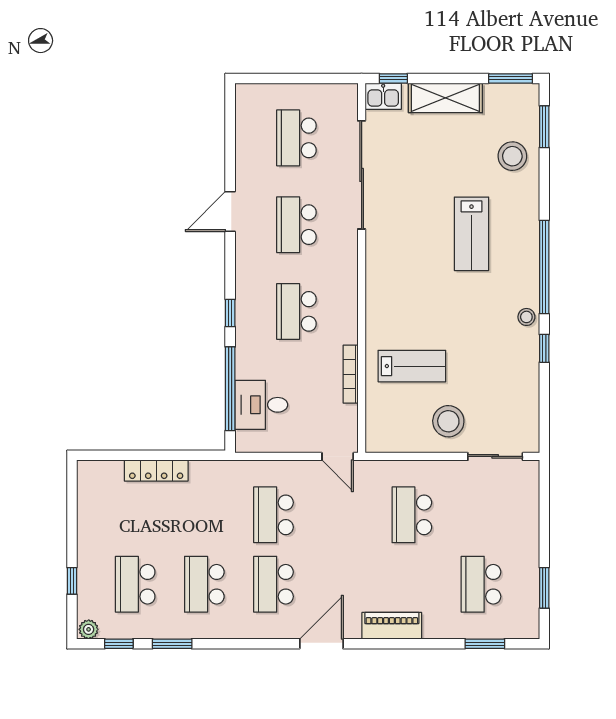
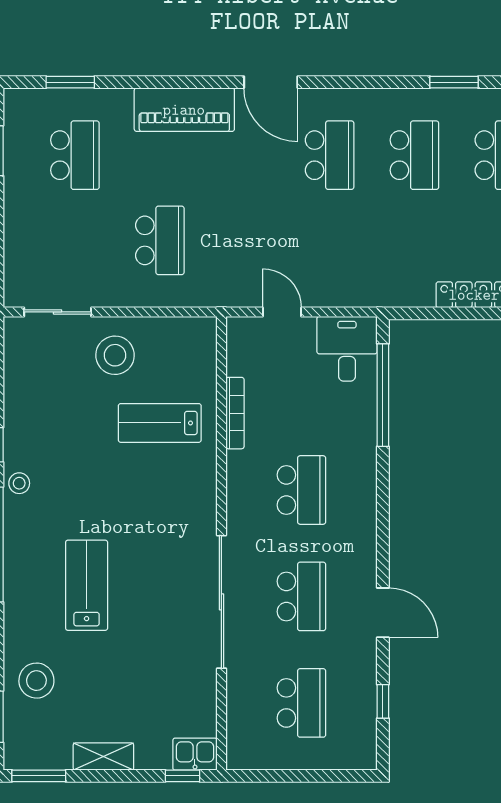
shelving: (445, 98) -> (103, 757), width x0.67, depth x0.75
sliding door: (362, 175) -> (221, 602), moved
door: (230, 212) -> (383, 613), hinge flipped
window: (230, 313) -> (383, 701), moved
desk: (261, 405) -> (347, 349), moved, turned -90
door: (338, 456) -> (282, 312), moved
school desk: (274, 515) -> (330, 240), removed
piano: (392, 626) -> (184, 110), width x1.37, depth x1.33
door: (321, 644) -> (271, 82), hinge flipped

